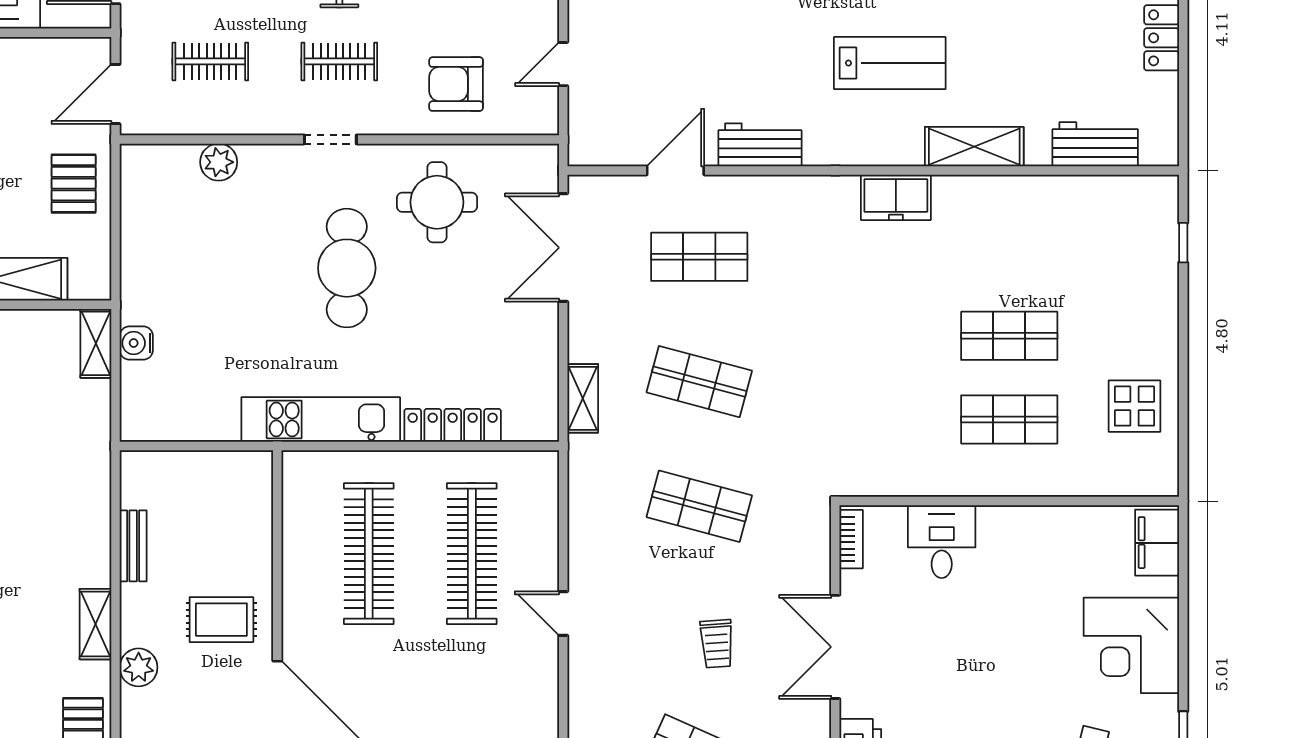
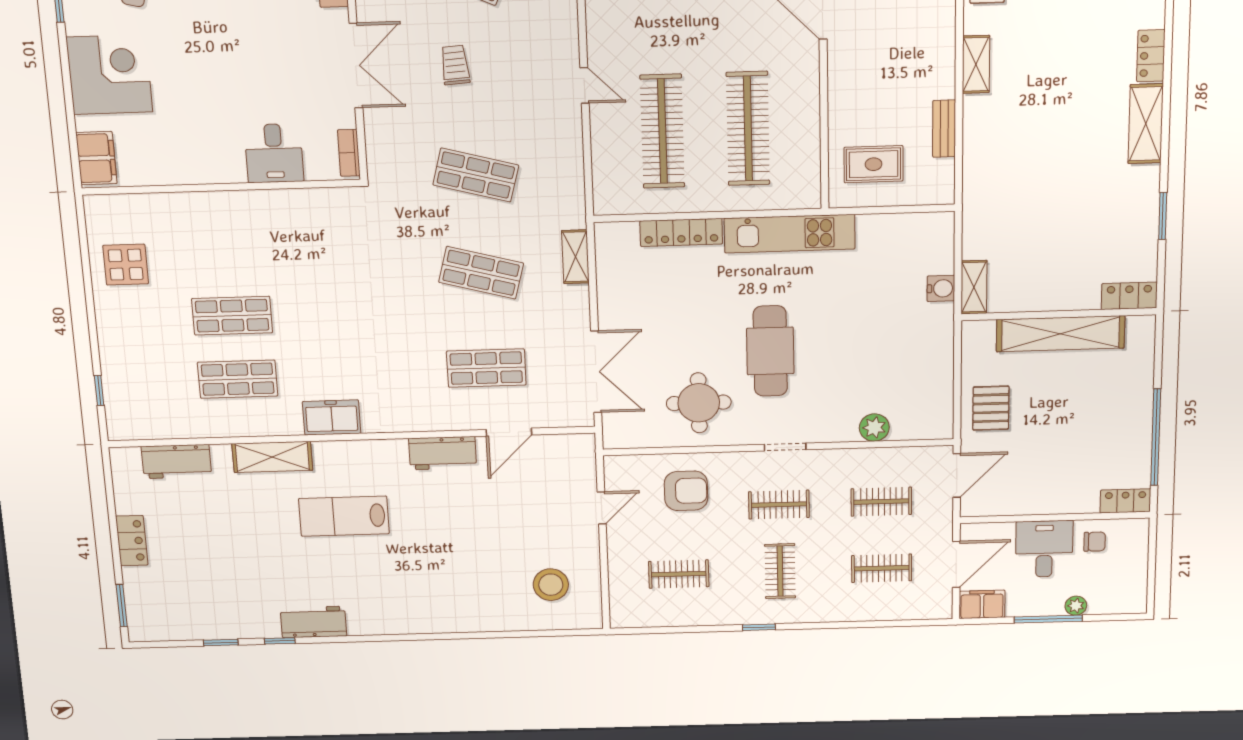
shop shelf: (1009, 419) -> (238, 379), moved
rug: (221, 620) -> (873, 164), moved
plant: (139, 667) -> (940, 30), removed

